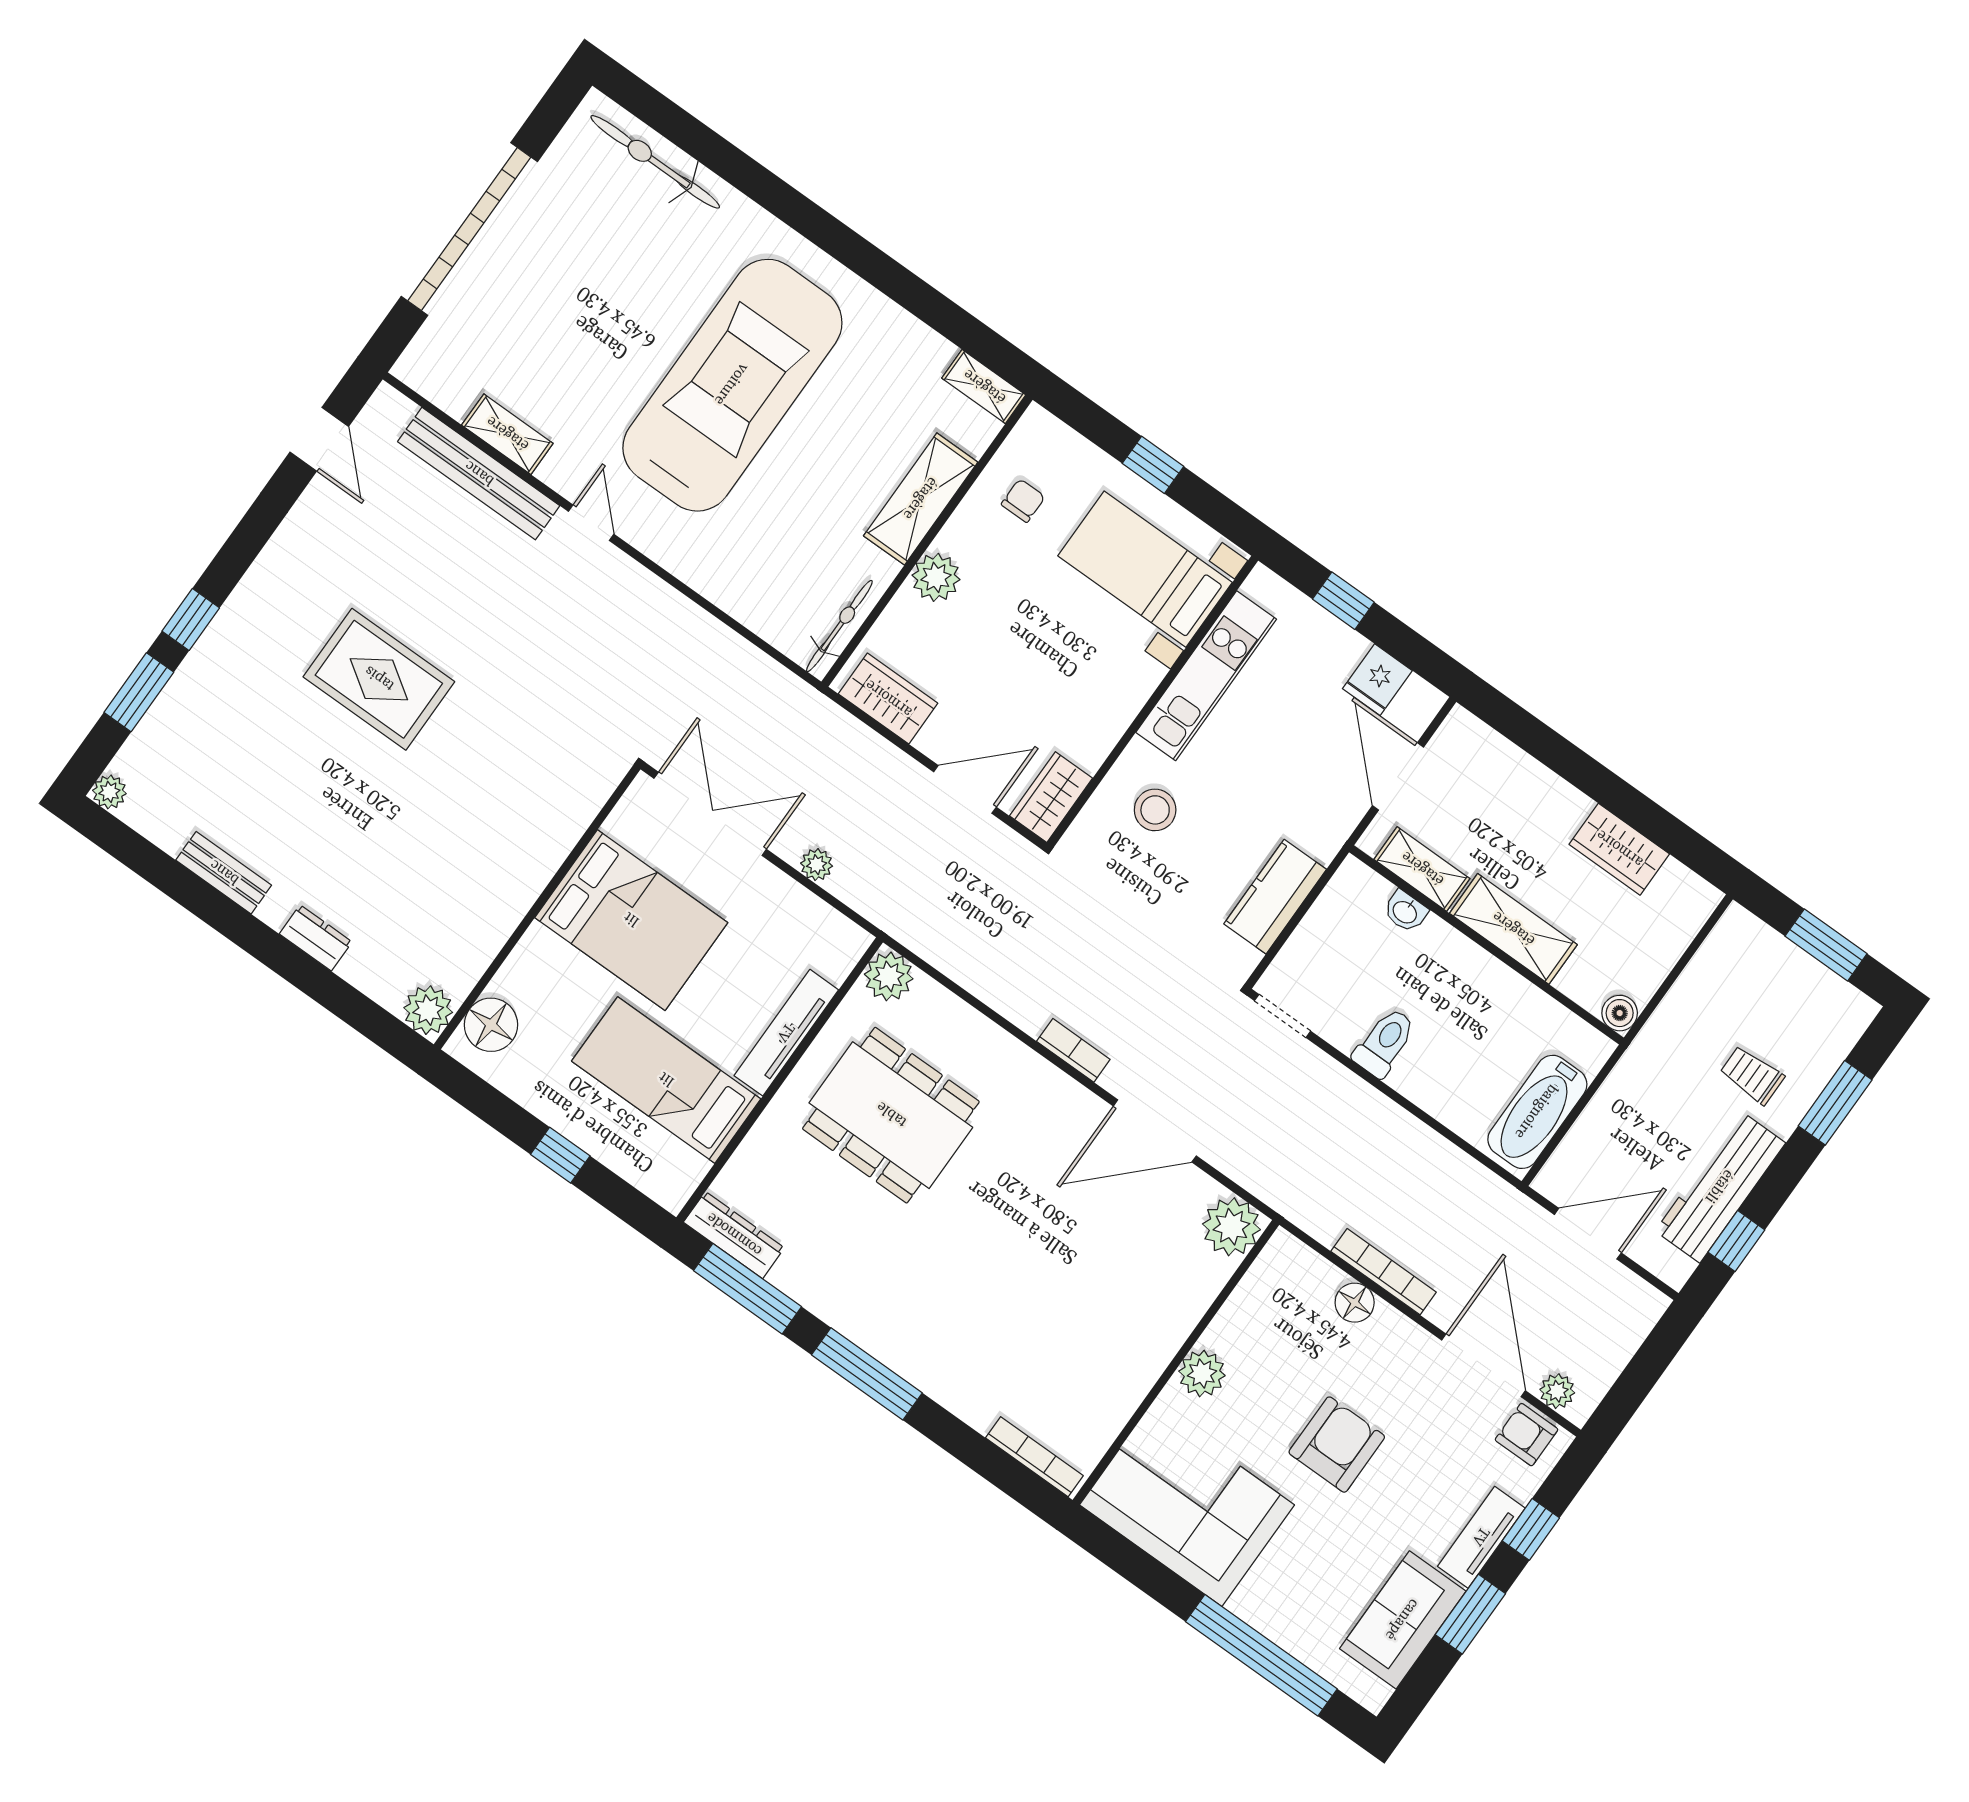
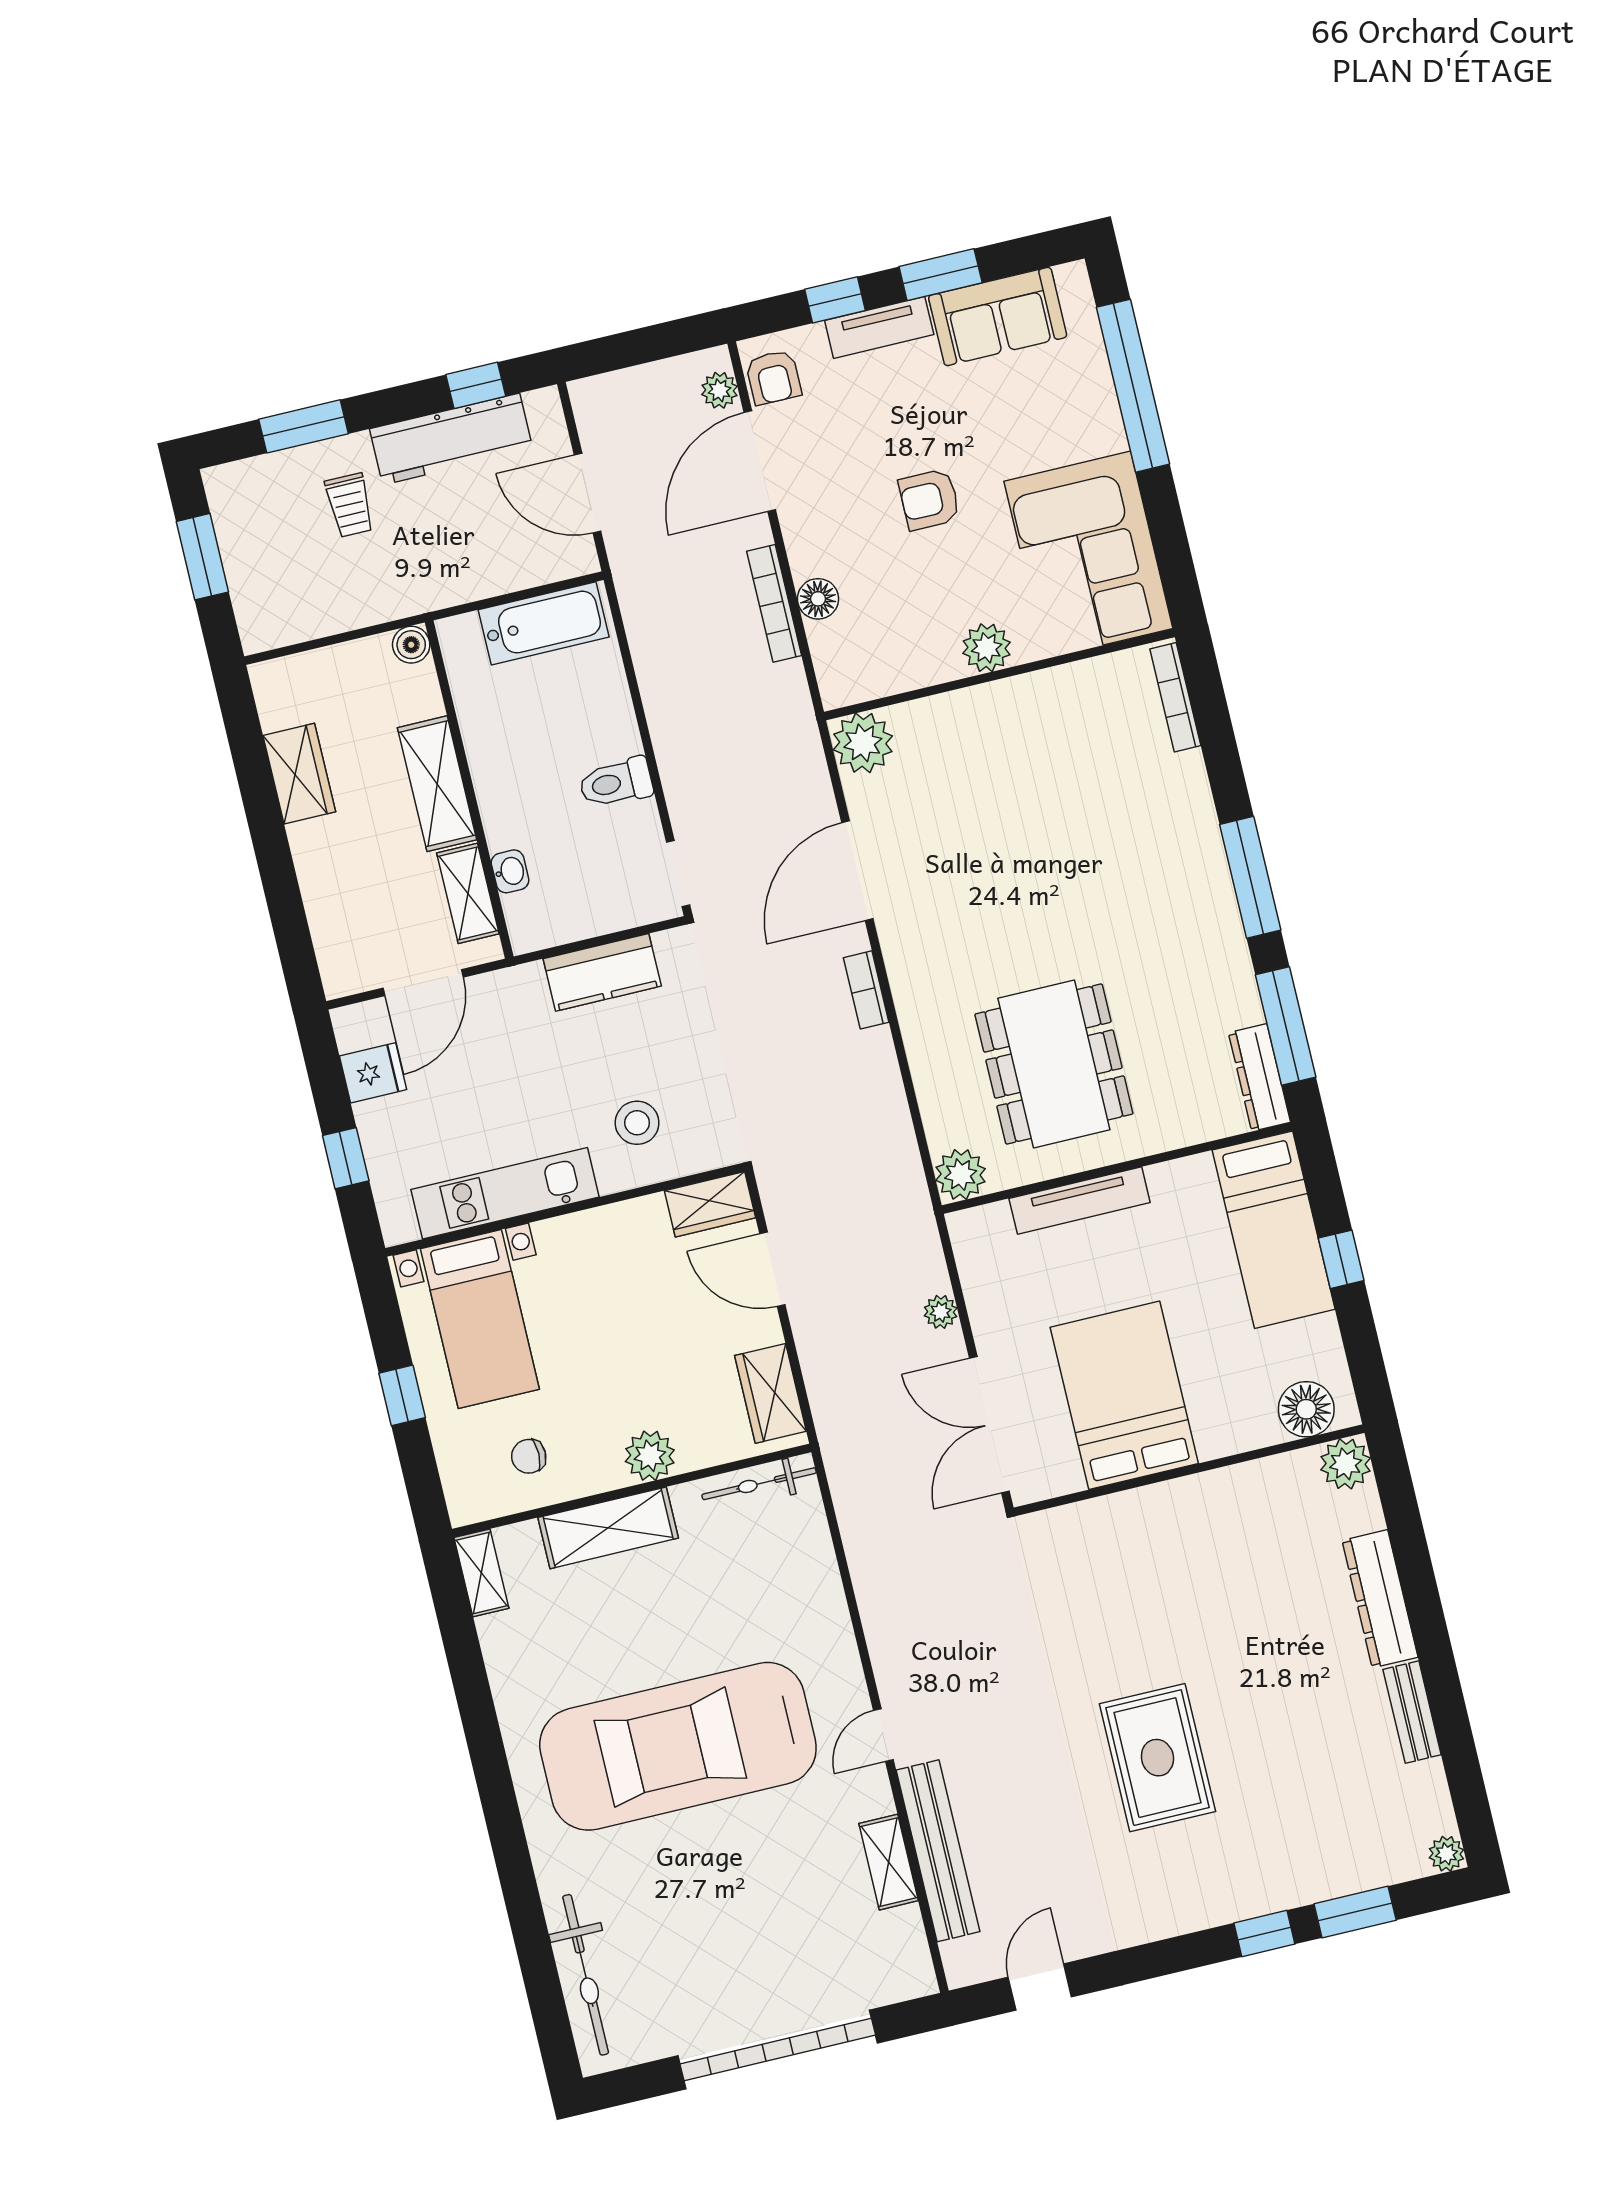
dresser: (316, 938) -> (1380, 1599), width x1.96, depth x1.24
bed: (666, 1080) -> (1274, 1230), moved
door: (1155, 1131) -> (857, 871), swing flipped
armchair: (1337, 1445) -> (929, 500), width x0.72, depth x0.72

